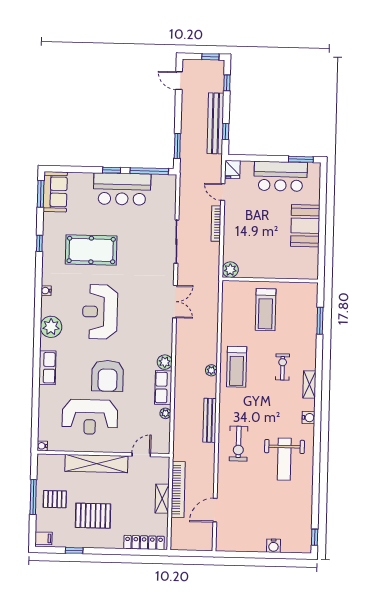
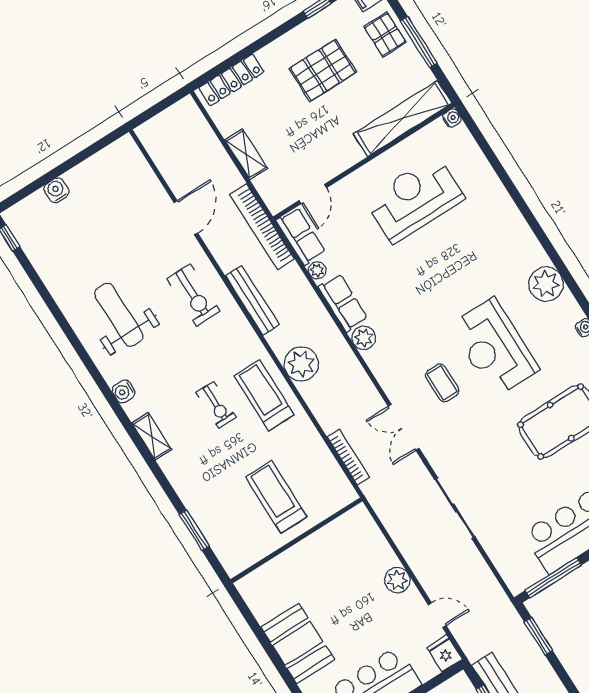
bookcase: (216, 224) -> (348, 457), moved
plant: (230, 270) -> (397, 580), moved
coffee table: (139, 311) -> (442, 383), added
reception desk: (100, 312) -> (494, 347), turned 180
exercise bike: (282, 367) -> (216, 405), moved
row of seats: (47, 368) -> (301, 236), moved, turned 180
plant: (211, 370) -> (301, 364), width x1.87, depth x1.87
armchair: (108, 376) -> (427, 269), removed
exercise bike: (238, 444) -> (193, 295), turned 180
shelving: (96, 464) -> (403, 118), moved
bookcase: (178, 489) -> (262, 227), moved
pallet: (55, 499) -> (385, 35), moved, turned 90
door: (215, 510) -> (186, 218), moved

